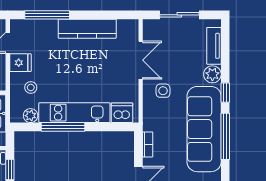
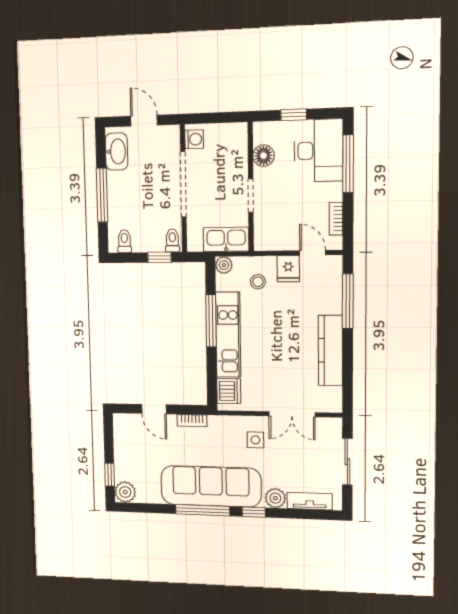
plant: (31, 116) -> (224, 265), moved

